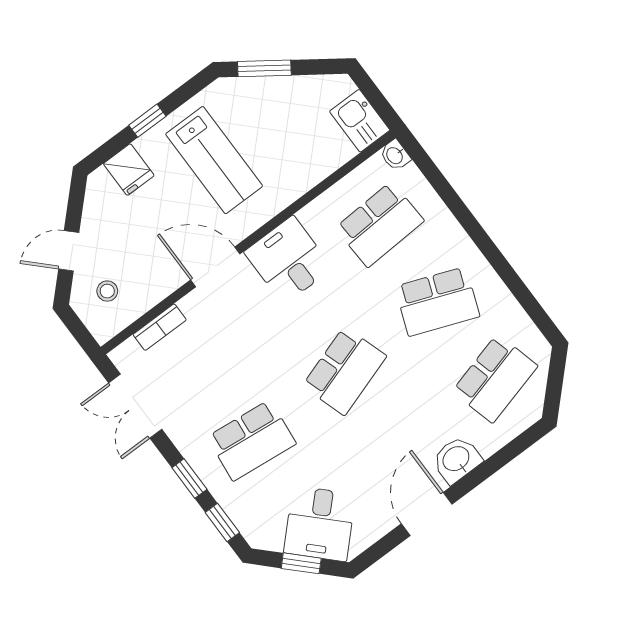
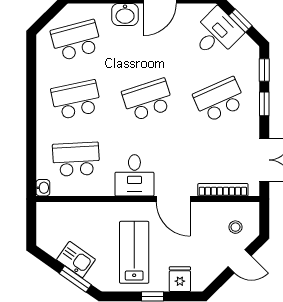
kitchen sink: (360, 121) -> (76, 260), moved, turned -55
school desk: (437, 302) -> (76, 100), turned -33
bookcase: (160, 327) -> (223, 190), width x1.56
school desk: (252, 440) -> (219, 100), turned -30

